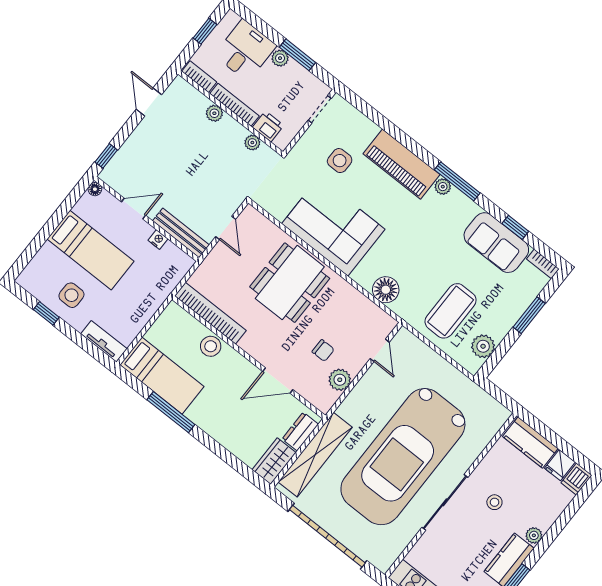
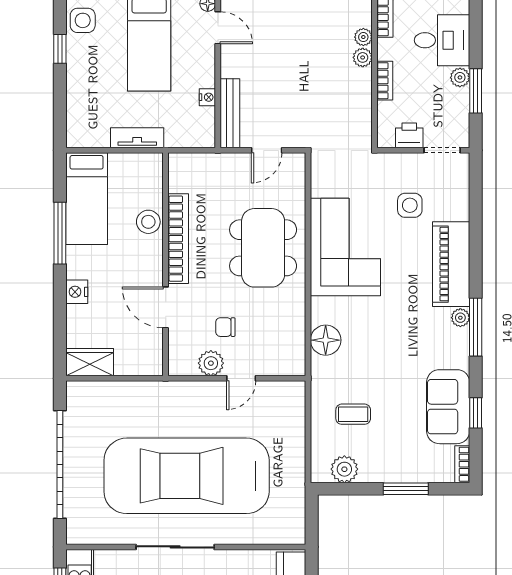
bookcase: (235, 105) -> (385, 81), width x0.64
printer: (268, 126) -> (409, 135), moved, turned -90
plant: (252, 143) -> (363, 37), moved
door: (134, 209) -> (218, 28), moved
dining table: (290, 283) -> (263, 248), turned 90
side table: (71, 295) -> (83, 20), moved
coffee table: (451, 311) -> (353, 414), width x0.54, depth x0.58
bookcase: (210, 313) -> (178, 239), moved
tv unit: (104, 341) -> (137, 138), moved, turned -90
door: (380, 350) -> (241, 378), moved
chair: (323, 351) -> (225, 327), turned 90
nightstand: (220, 432) -> (77, 292), added
dresser: (300, 432) -> (135, 365), removed
shelving: (315, 455) -> (125, 395), removed

